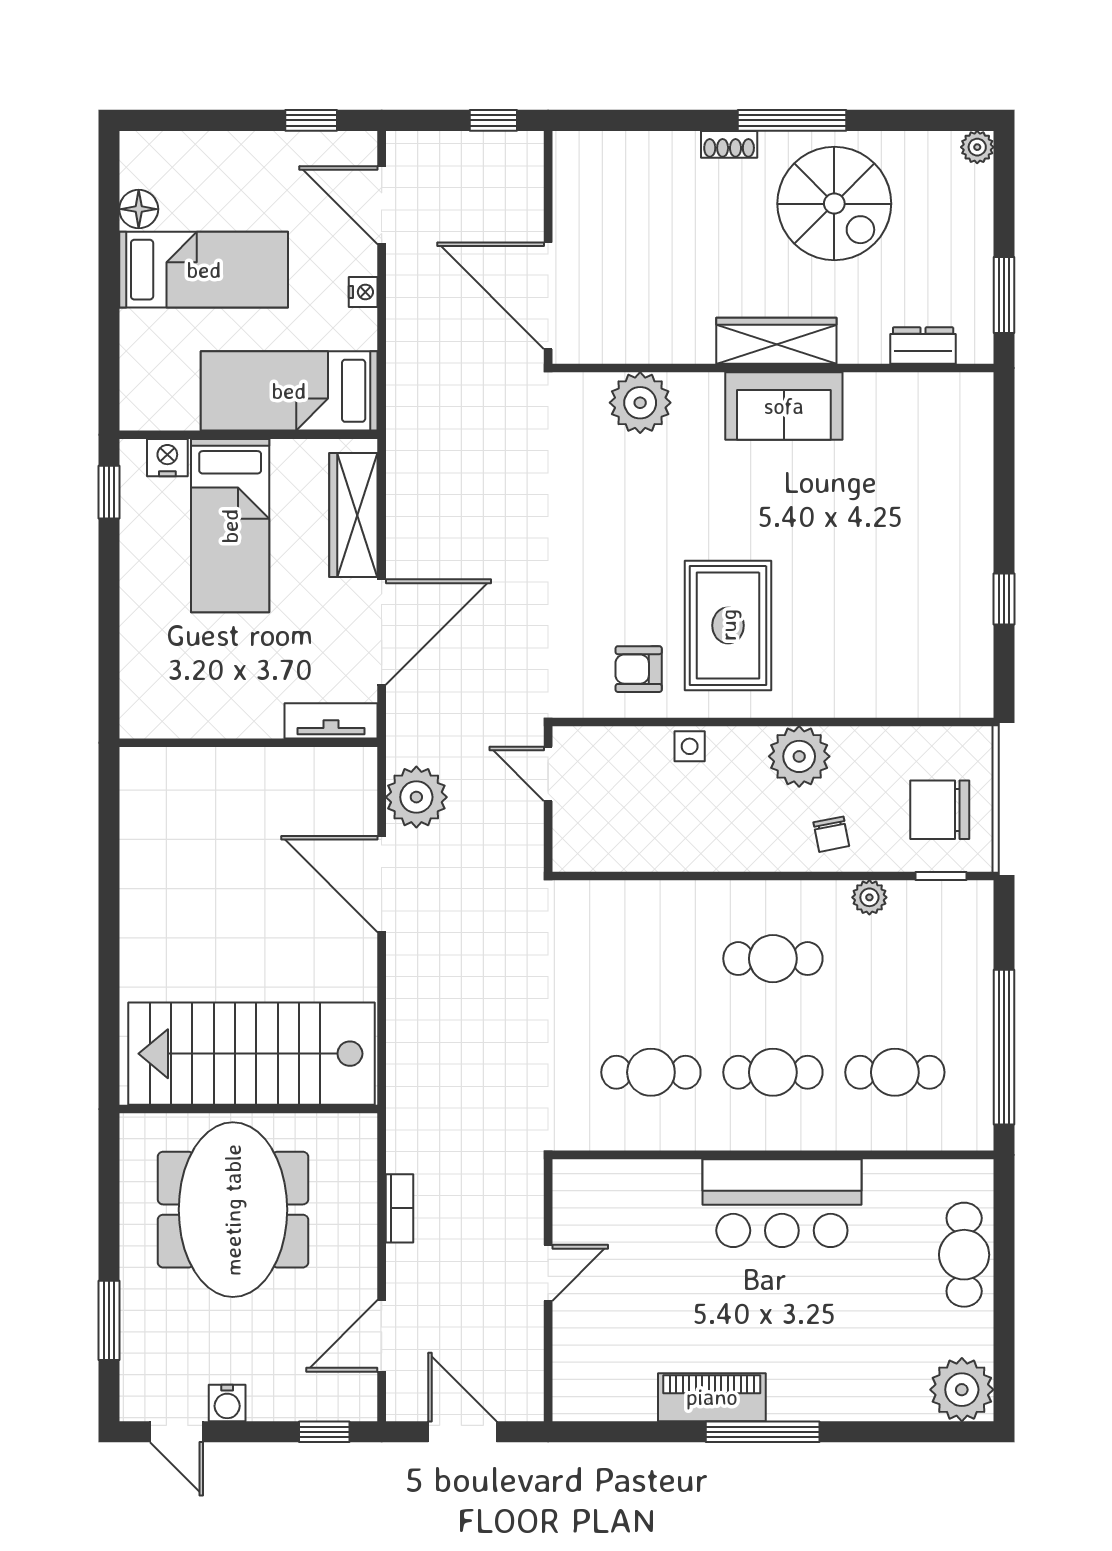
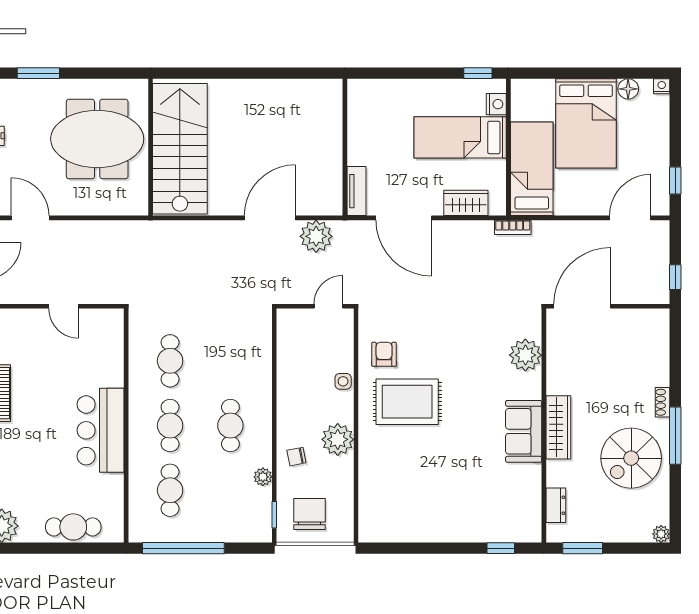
bed: (204, 270) -> (586, 123), width x1.50
nightstand: (363, 292) -> (662, 86), moved, turned 180
wardrobe: (353, 515) -> (466, 203), width x0.67
window: (1004, 599) -> (501, 548), moved
bookcase: (399, 1208) -> (513, 227), moved

